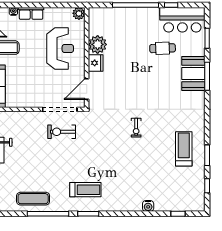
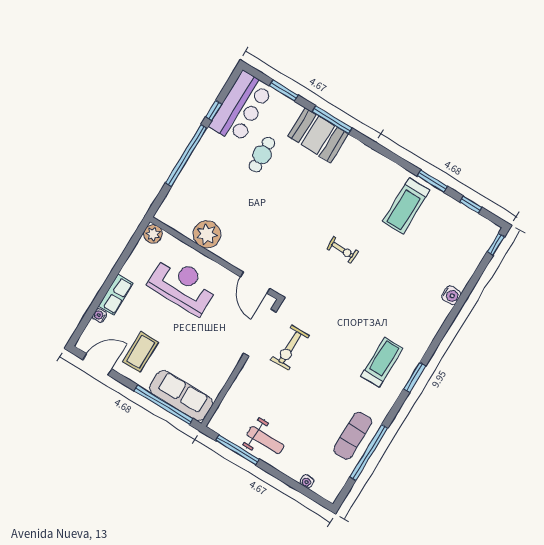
fridge: (96, 63) -> (229, 251), removed
treadmill: (184, 149) -> (406, 206), turned -90
window: (48, 214) -> (369, 452), moved
window: (178, 214) -> (496, 244), moved

